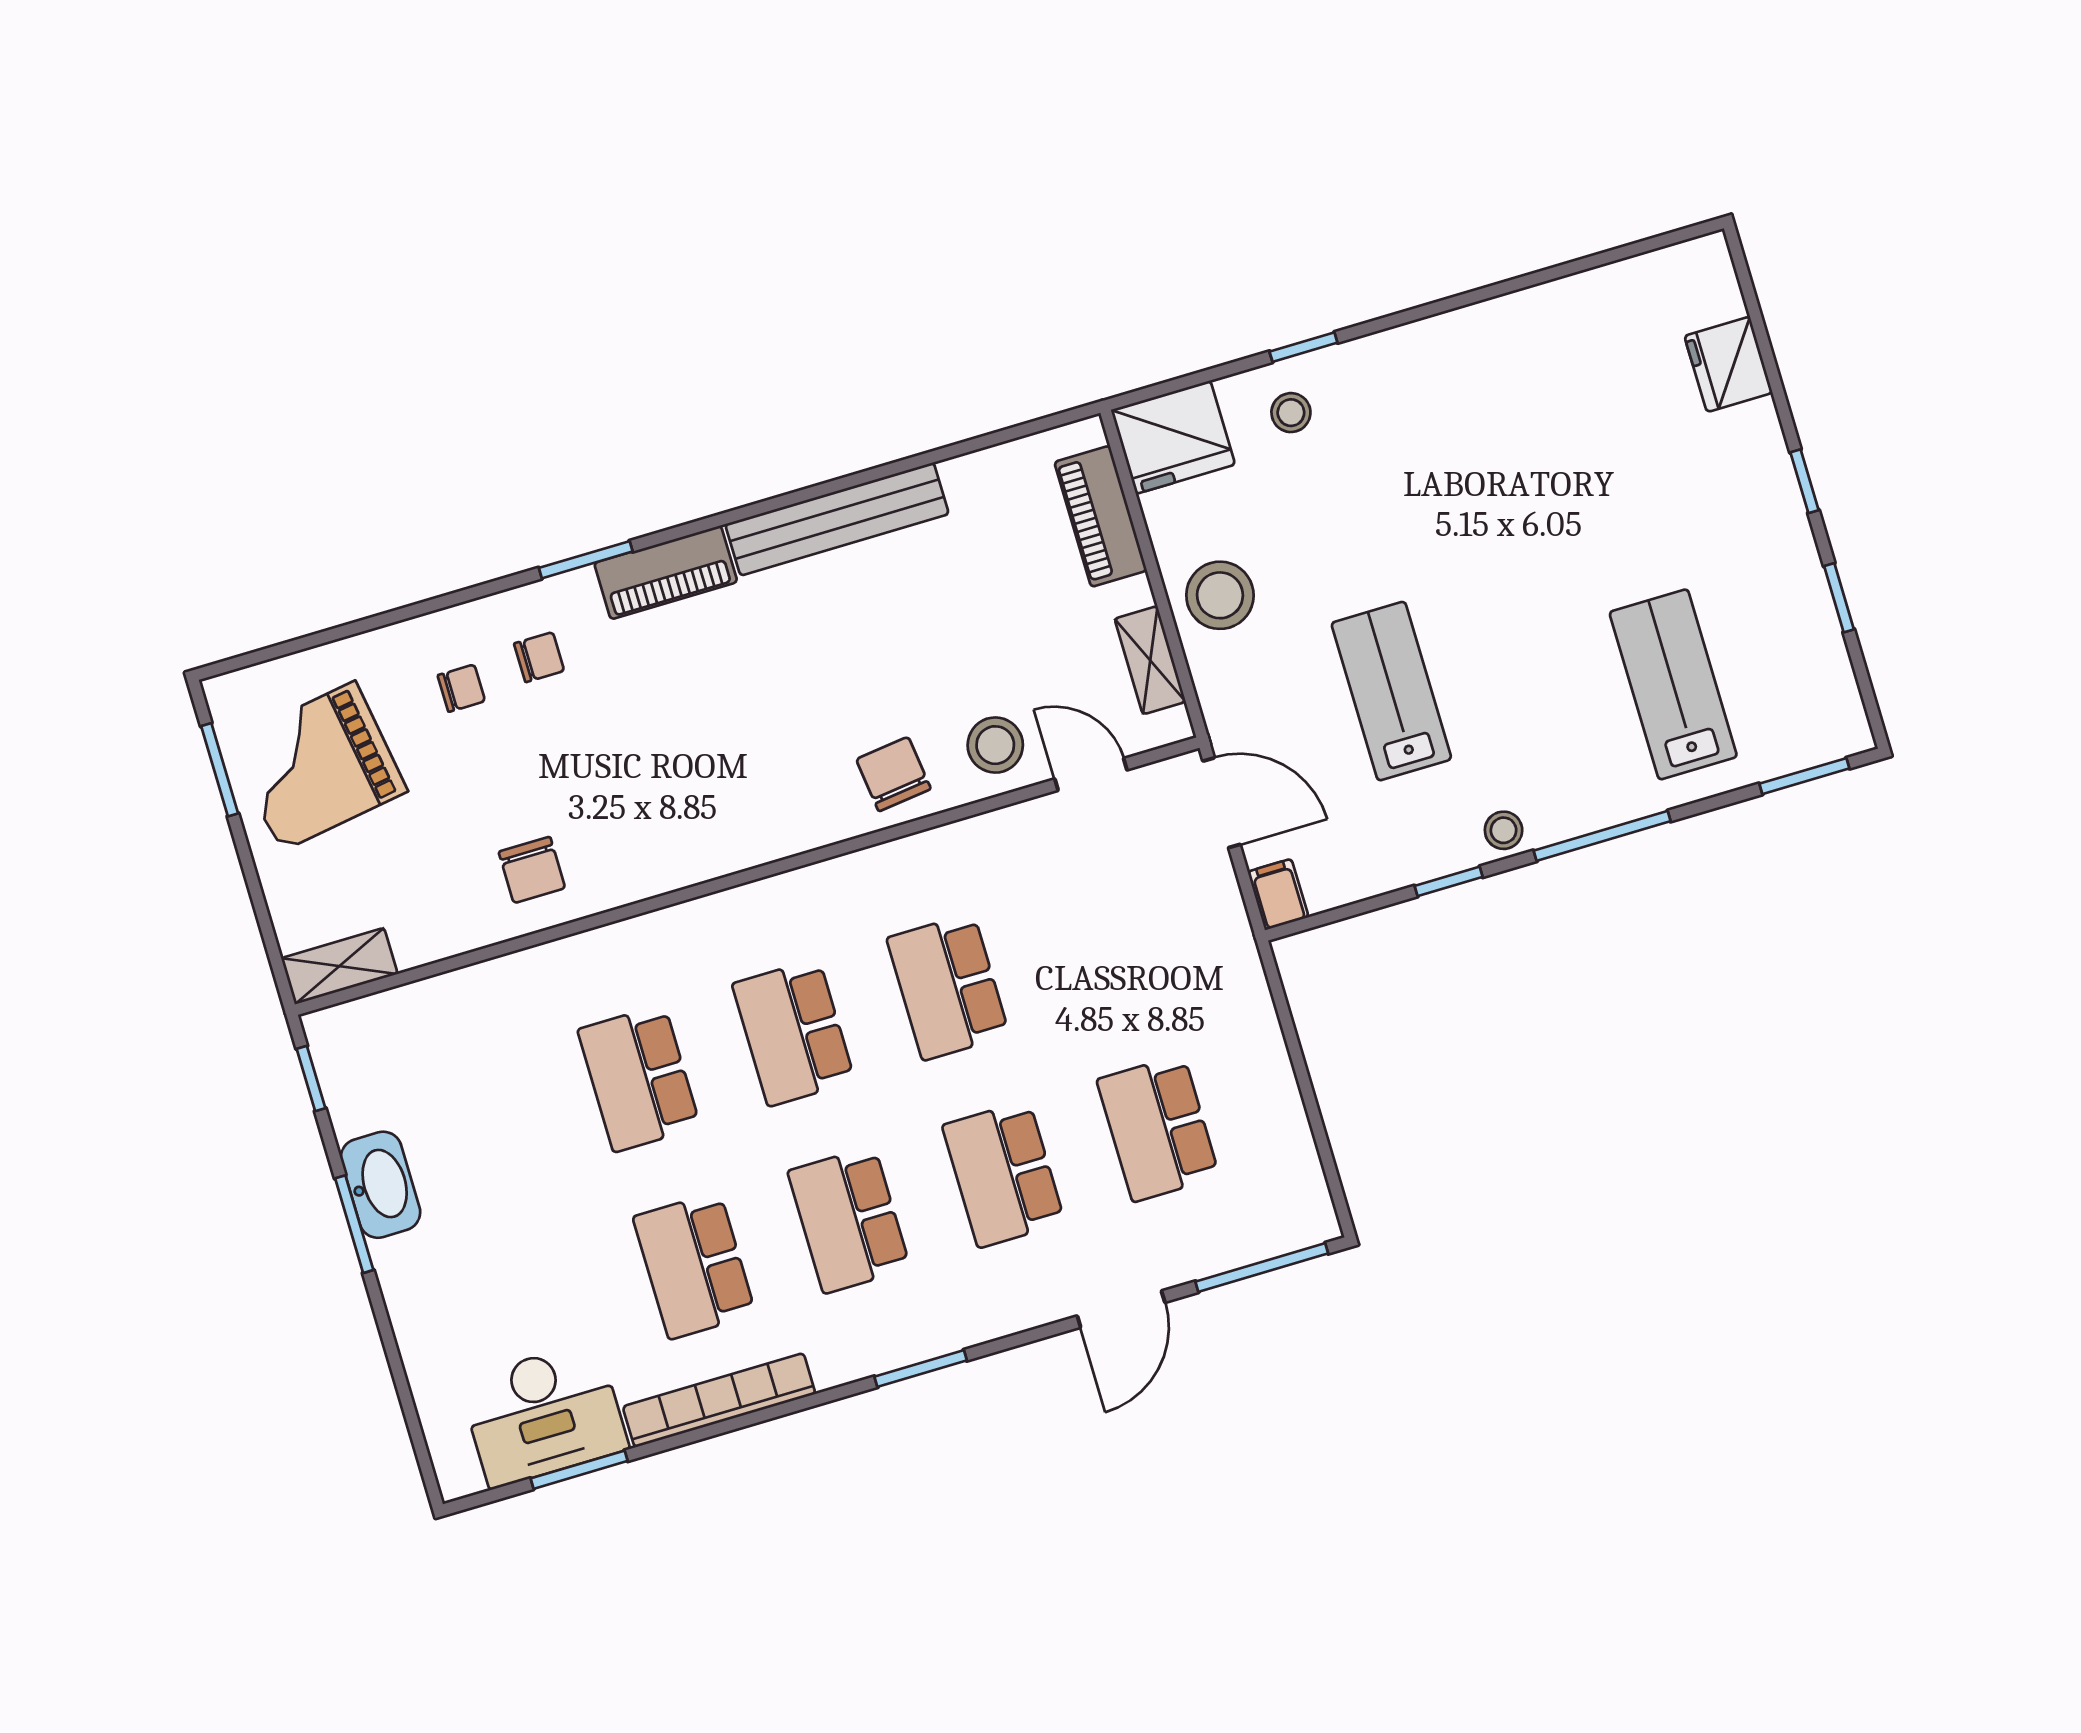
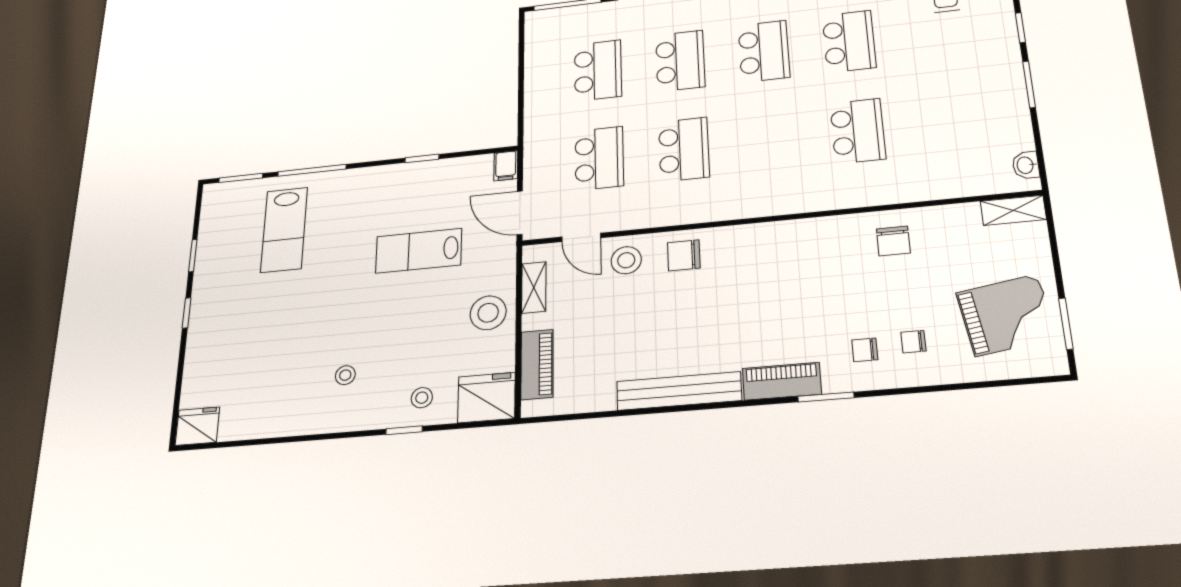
fridge: (1728, 364) -> (197, 426), moved, turned -90
lab bench: (1391, 691) -> (419, 251), turned 90
chair: (893, 774) -> (684, 255), turned 97
stool: (1504, 830) -> (345, 375), moved
window: (1602, 836) -> (312, 170), moved
chair: (532, 870) -> (893, 241), turned 180
school desk: (793, 1032) -> (599, 158), moved
window: (311, 1079) -> (1020, 28), moved
washbasin: (380, 1185) -> (1026, 165), moved, width x0.52, depth x0.69

